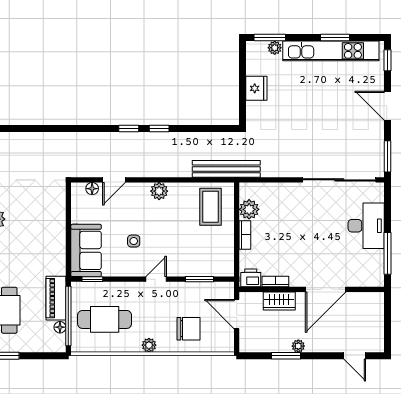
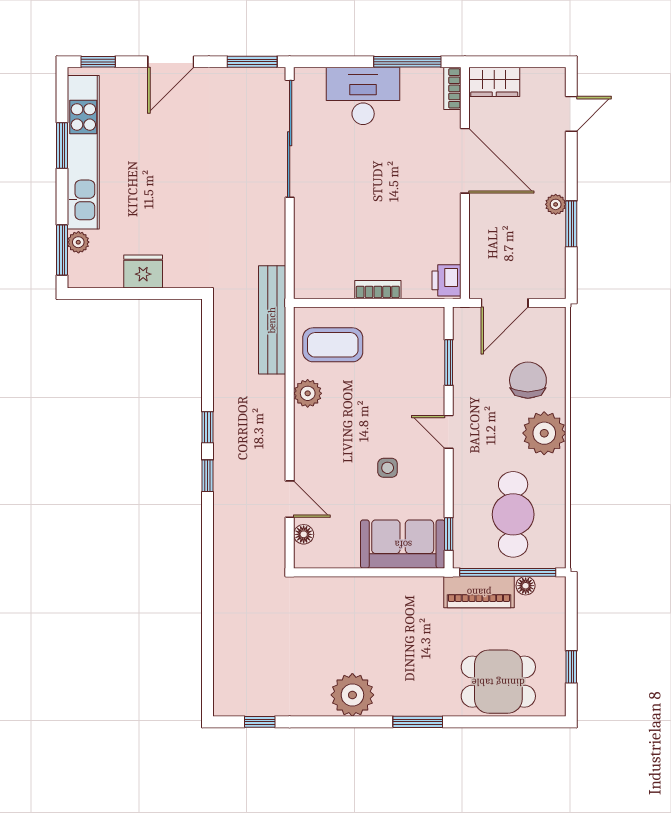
plant: (159, 191) -> (308, 393), moved
plant: (249, 209) -> (337, 283), removed
bookcase: (275, 281) -> (452, 88), moved
wardrobe: (279, 301) -> (494, 82), moved, turned 90
plant: (149, 345) -> (544, 433), width x1.88, depth x1.88

